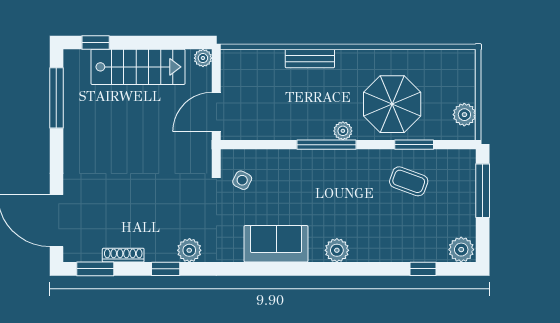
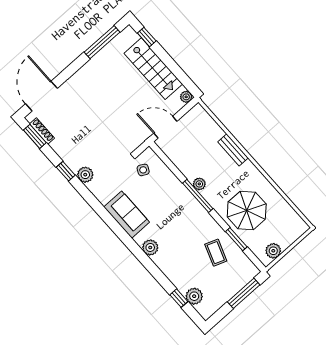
plant: (343, 131) -> (199, 184), moved
plant: (461, 250) -> (194, 296), moved
shoe rack: (123, 255) -> (42, 131), moved

